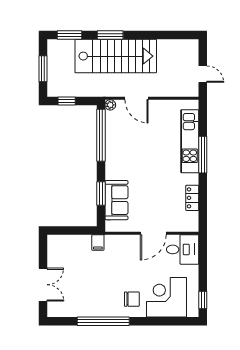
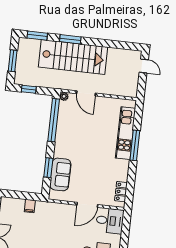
door: (203, 74) -> (144, 66), moved
locker: (192, 198) -> (121, 192), moved
filing cabinet: (98, 242) -> (30, 206), moved

